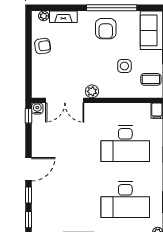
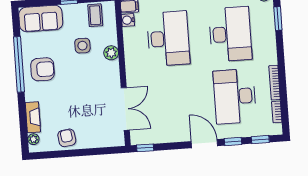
plant: (92, 91) -> (111, 53), moved
water cooler: (37, 108) -> (128, 20), moved
desk: (69, 200) -> (235, 96), added

